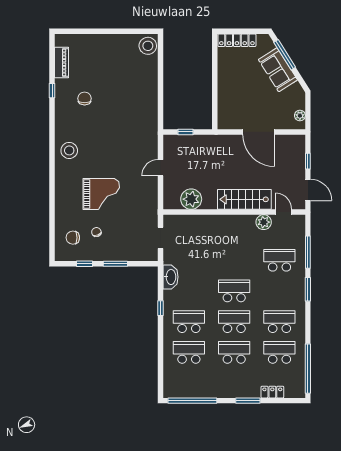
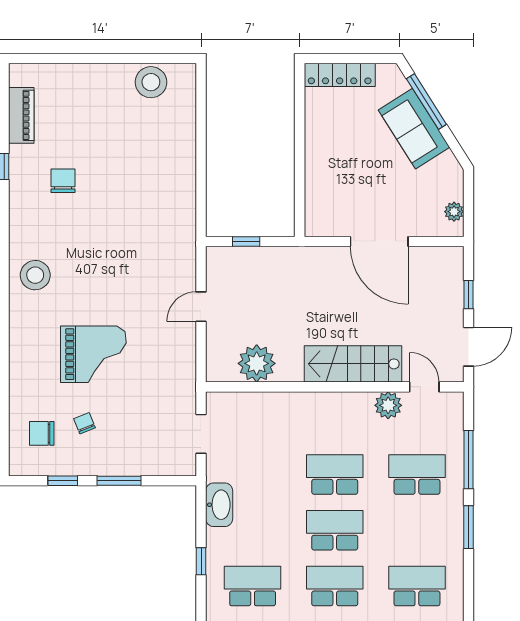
stool: (148, 46) -> (151, 82), moved
door: (308, 190) -> (468, 347), hinge flipped
school desk: (234, 260) -> (335, 474), added

